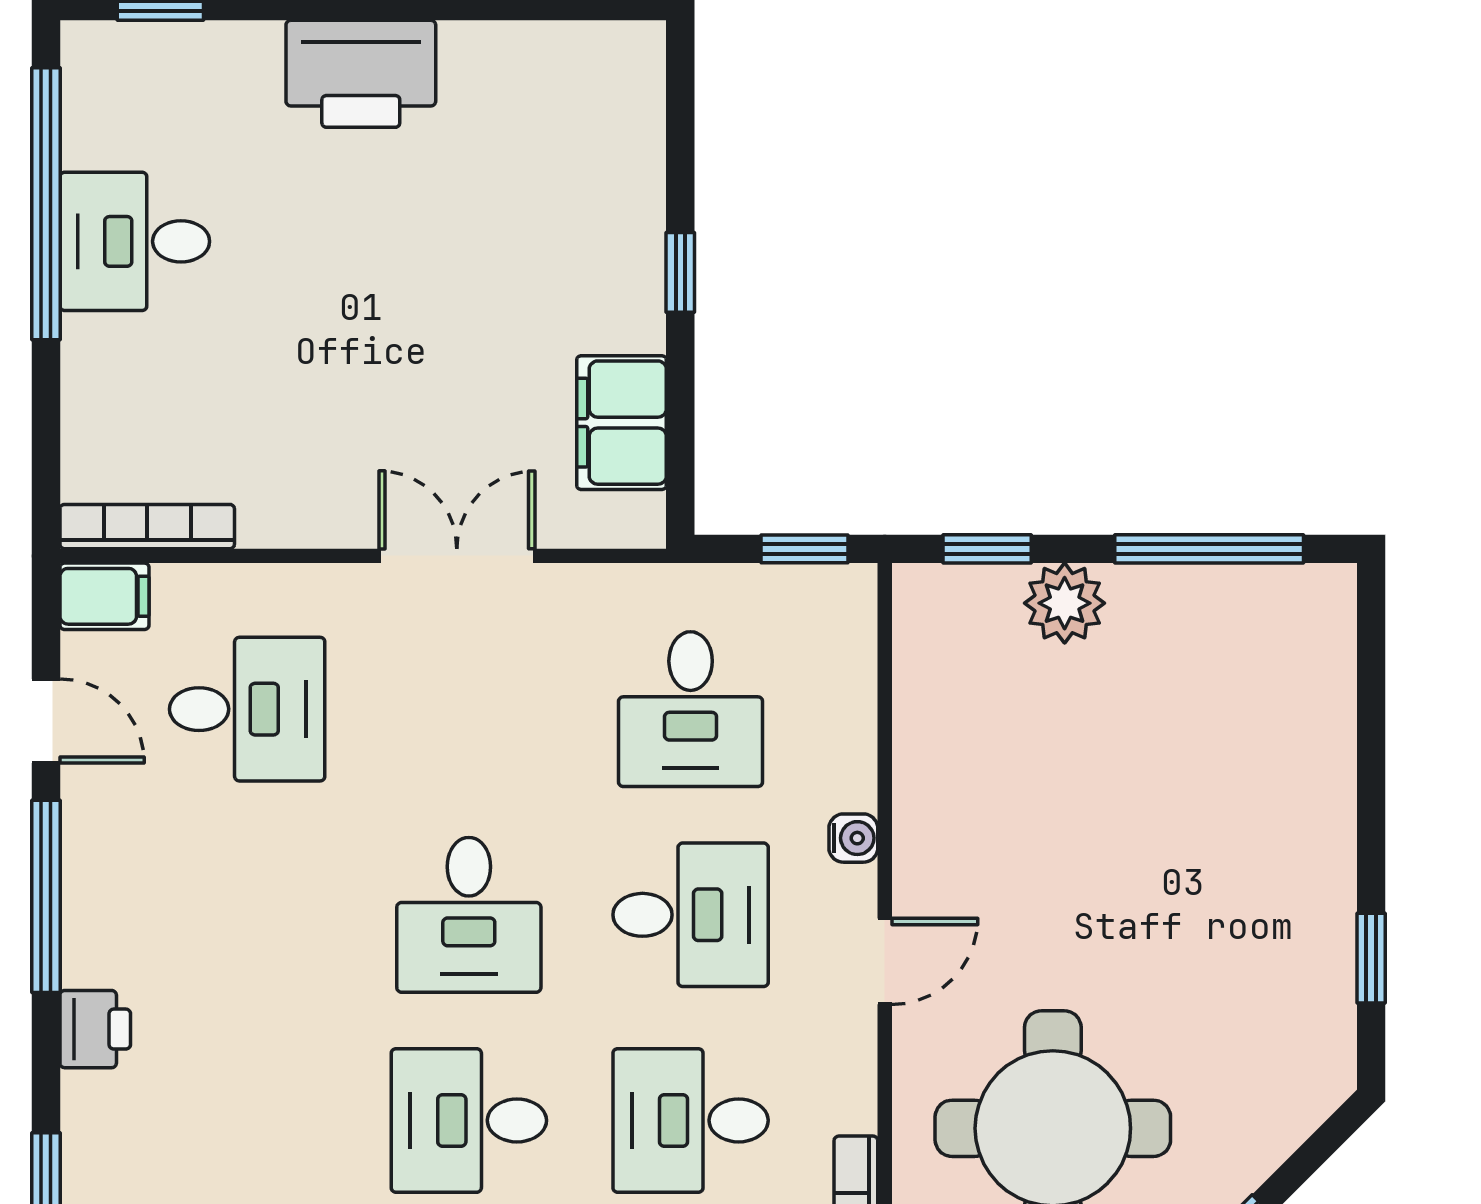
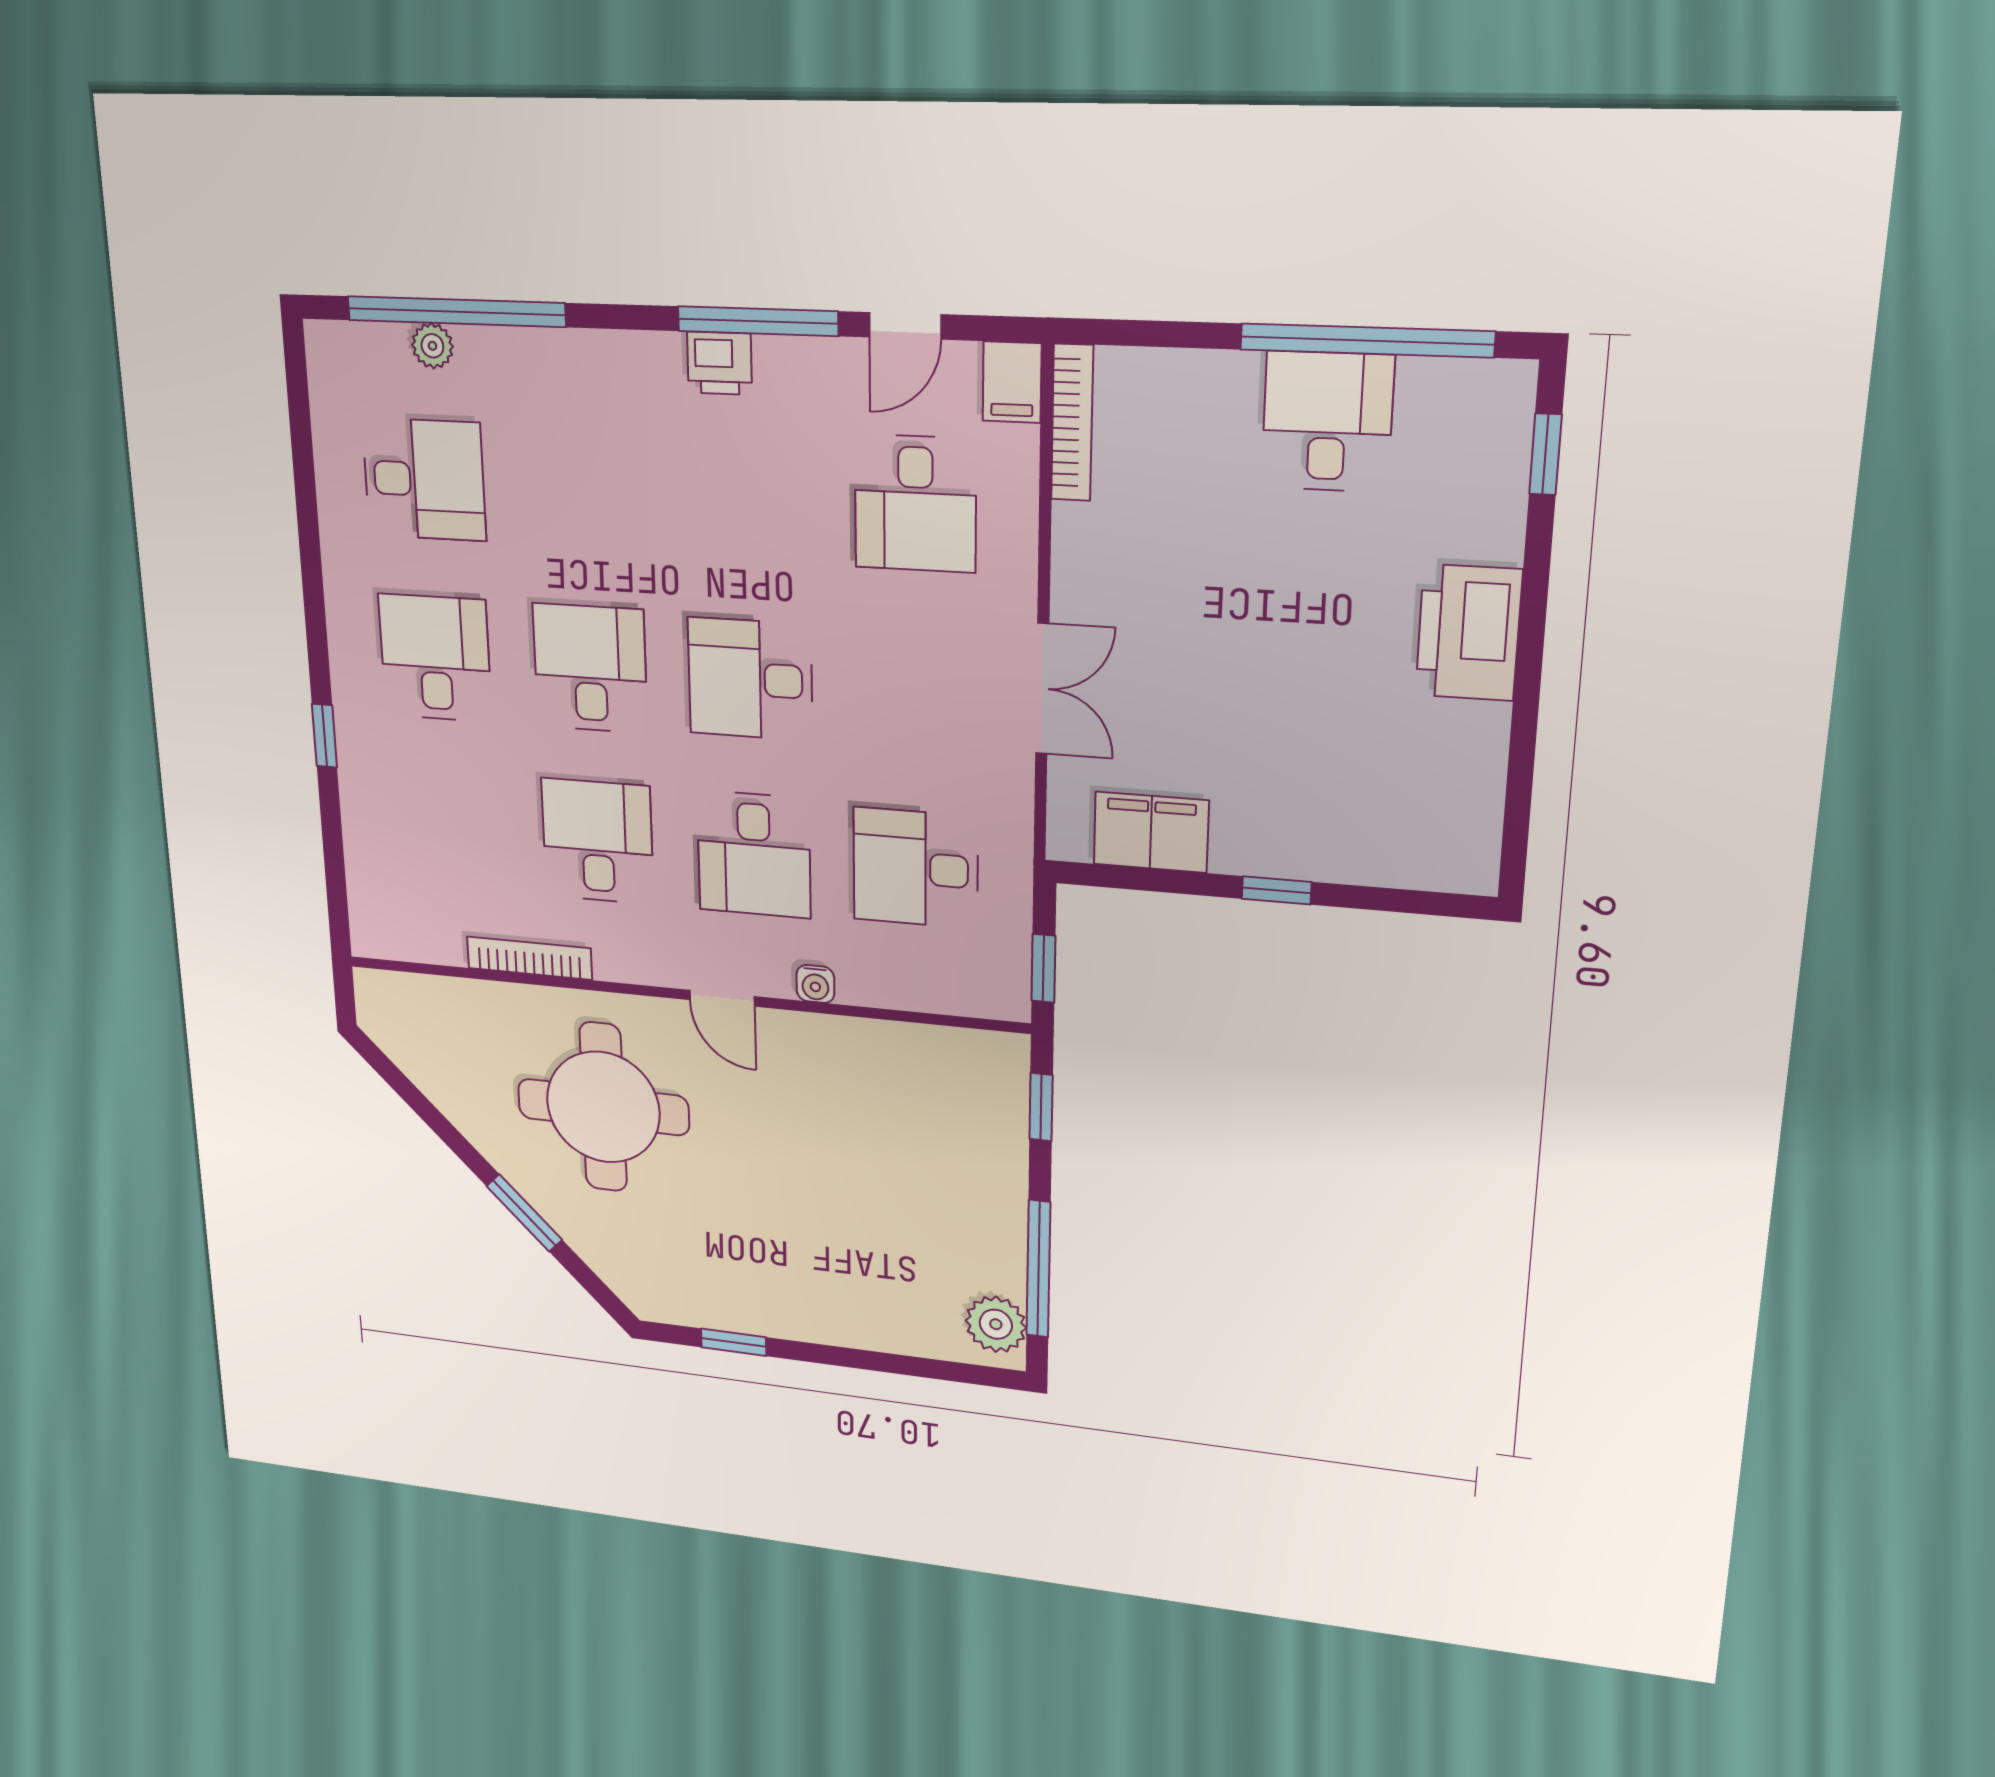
plant: (1065, 603) -> (996, 1324), moved
printer: (95, 1029) -> (719, 363), moved

